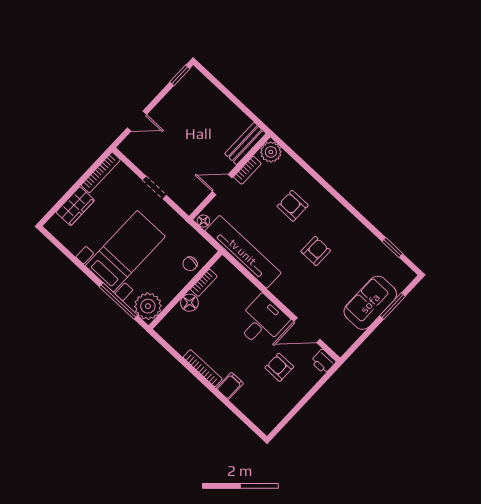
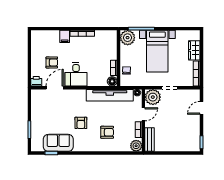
plant: (188, 196) -> (153, 97), added
floor lamp: (189, 303) -> (112, 81), moved
sofa: (370, 303) -> (58, 143), moved, turned -90

